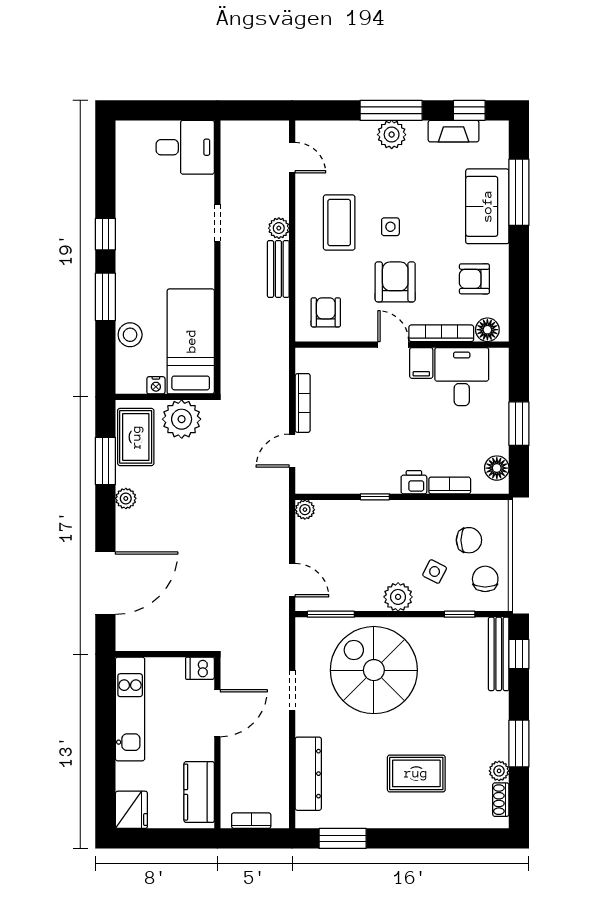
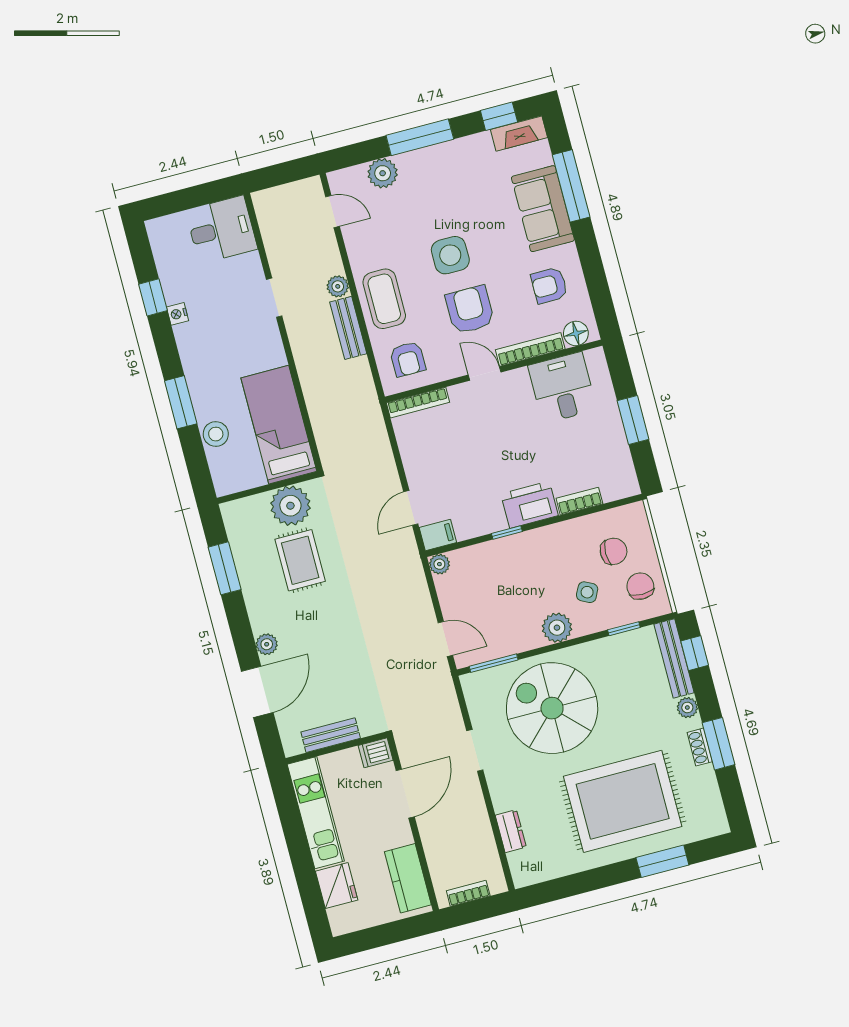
fireplace: (454, 131) -> (519, 134), moved
plant: (392, 135) -> (383, 173), moved
coffee table: (339, 223) -> (384, 299), moved
side table: (390, 227) -> (450, 255), width x1.87, depth x1.87
window: (105, 234) -> (153, 297), moved
armchair: (326, 312) -> (408, 359), turned 180
filing cabinet: (421, 363) -> (438, 535), moved, turned -90
nightstand: (156, 385) -> (178, 314), moved, turned 90
bookcase: (303, 403) -> (418, 403), moved, turned 90
rug: (136, 437) -> (300, 560), moved
floor lamp: (497, 468) -> (622, 471), removed
printer: (414, 482) -> (530, 505), width x1.87, depth x1.48
plant: (126, 498) -> (267, 644), moved
door: (105, 583) -> (257, 692), width x0.73
bench: (163, 641) -> (331, 735), added
plant: (499, 771) -> (687, 708), moved
rug: (416, 773) -> (623, 801), width x1.86, depth x2.06
dresser: (308, 774) -> (511, 831), width x0.51, depth x0.80
shoe rack: (501, 800) -> (700, 747), moved
fridge: (131, 810) -> (337, 886), moved
window: (343, 838) -> (662, 861), moved

